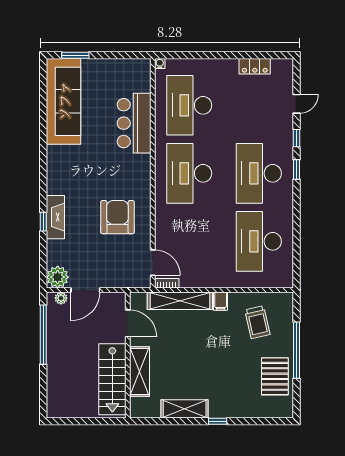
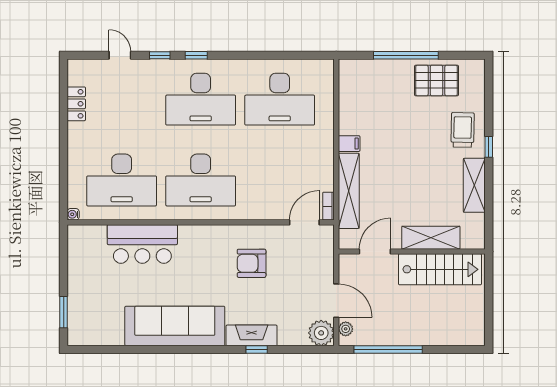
sofa: (64, 101) -> (175, 326), moved
armchair: (117, 217) -> (252, 263), width x0.73, depth x0.73
trolley: (257, 322) -> (463, 130), moved, turned -76

